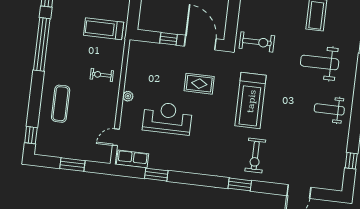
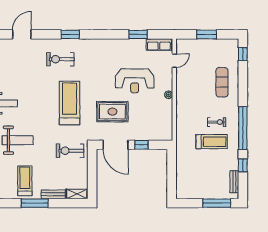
treadmill: (104, 29) -> (212, 142), moved
exercise bike: (102, 75) -> (217, 122), moved
rug: (199, 84) -> (112, 112), width x1.36, depth x1.43
exercise bike: (255, 156) -> (60, 59), turned -90

